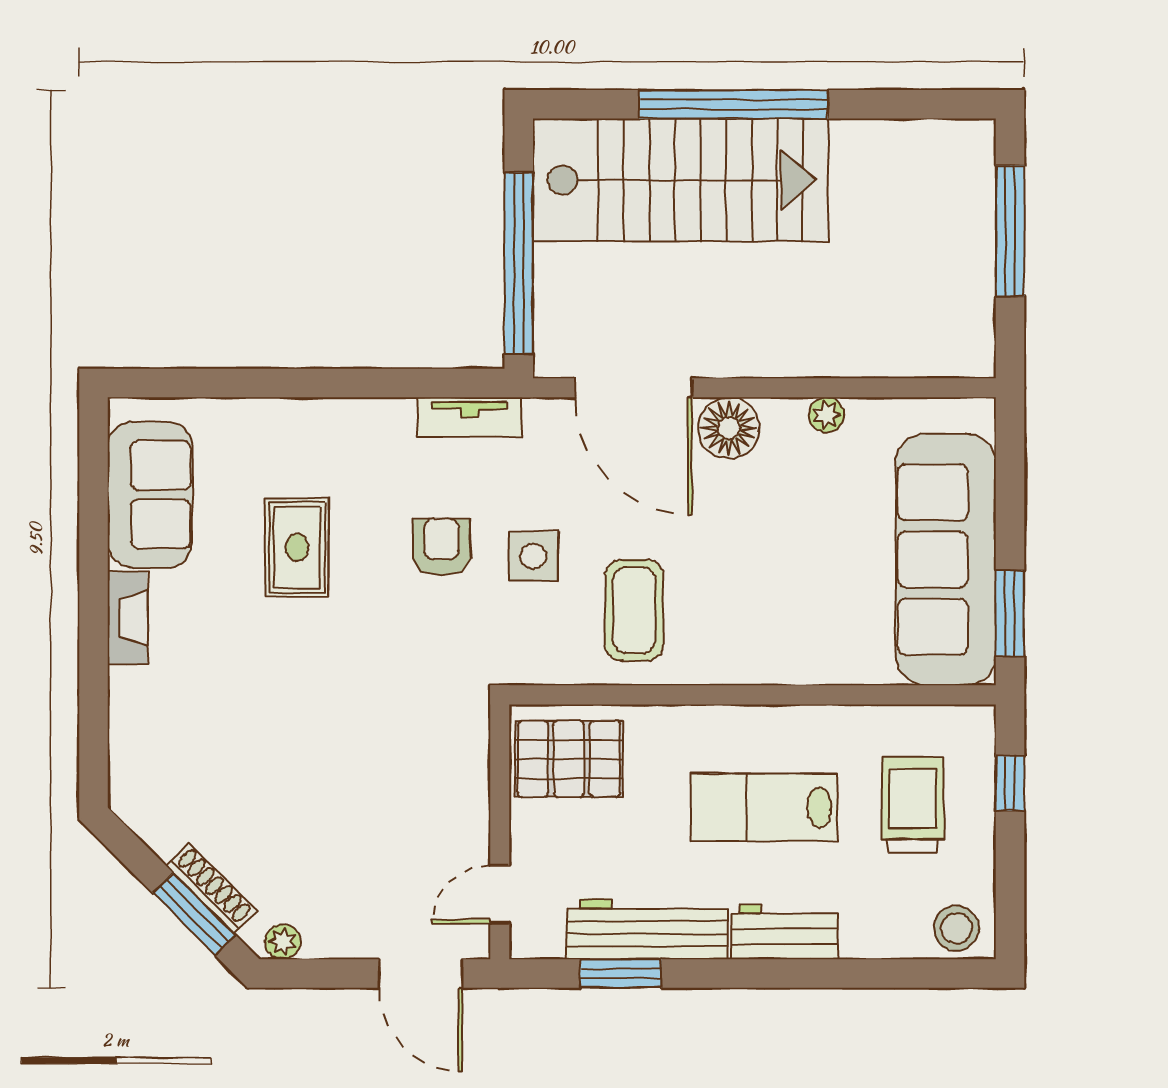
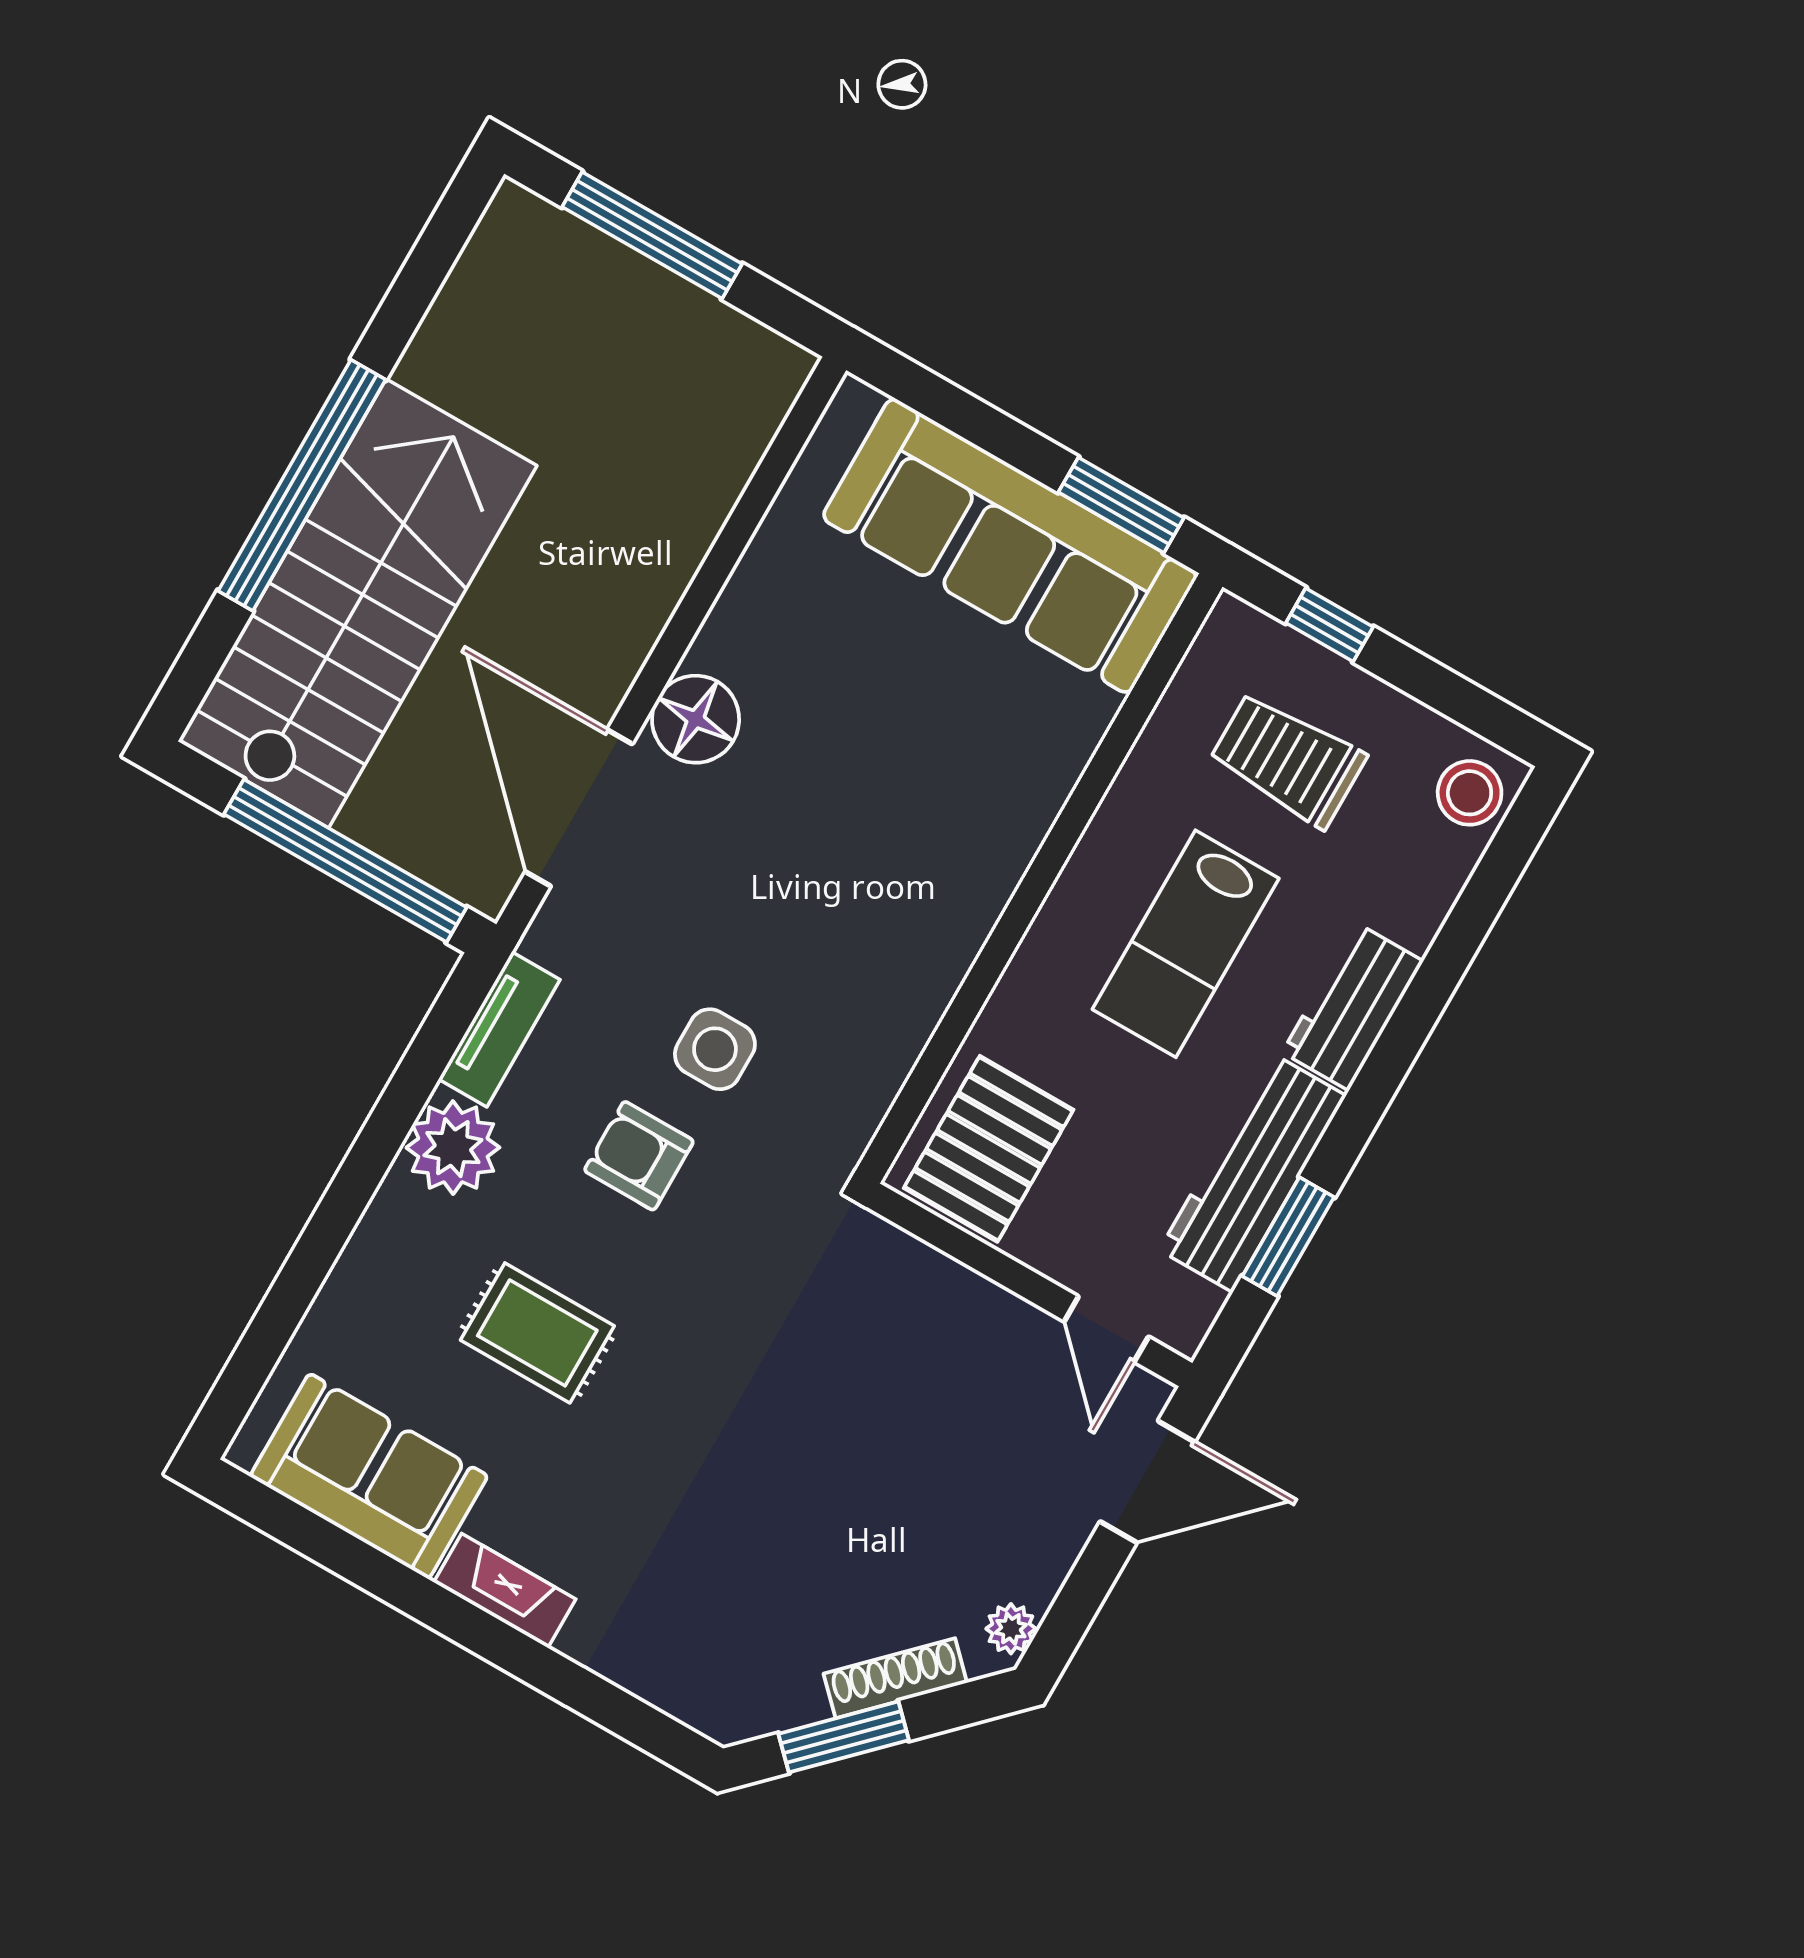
door: (633, 388) -> (579, 808), swing flipped
plant: (826, 415) -> (453, 1148), moved, width x1.87, depth x1.87
coffee table: (634, 610) -> (852, 964), removed
window: (194, 914) -> (844, 1737), moved

